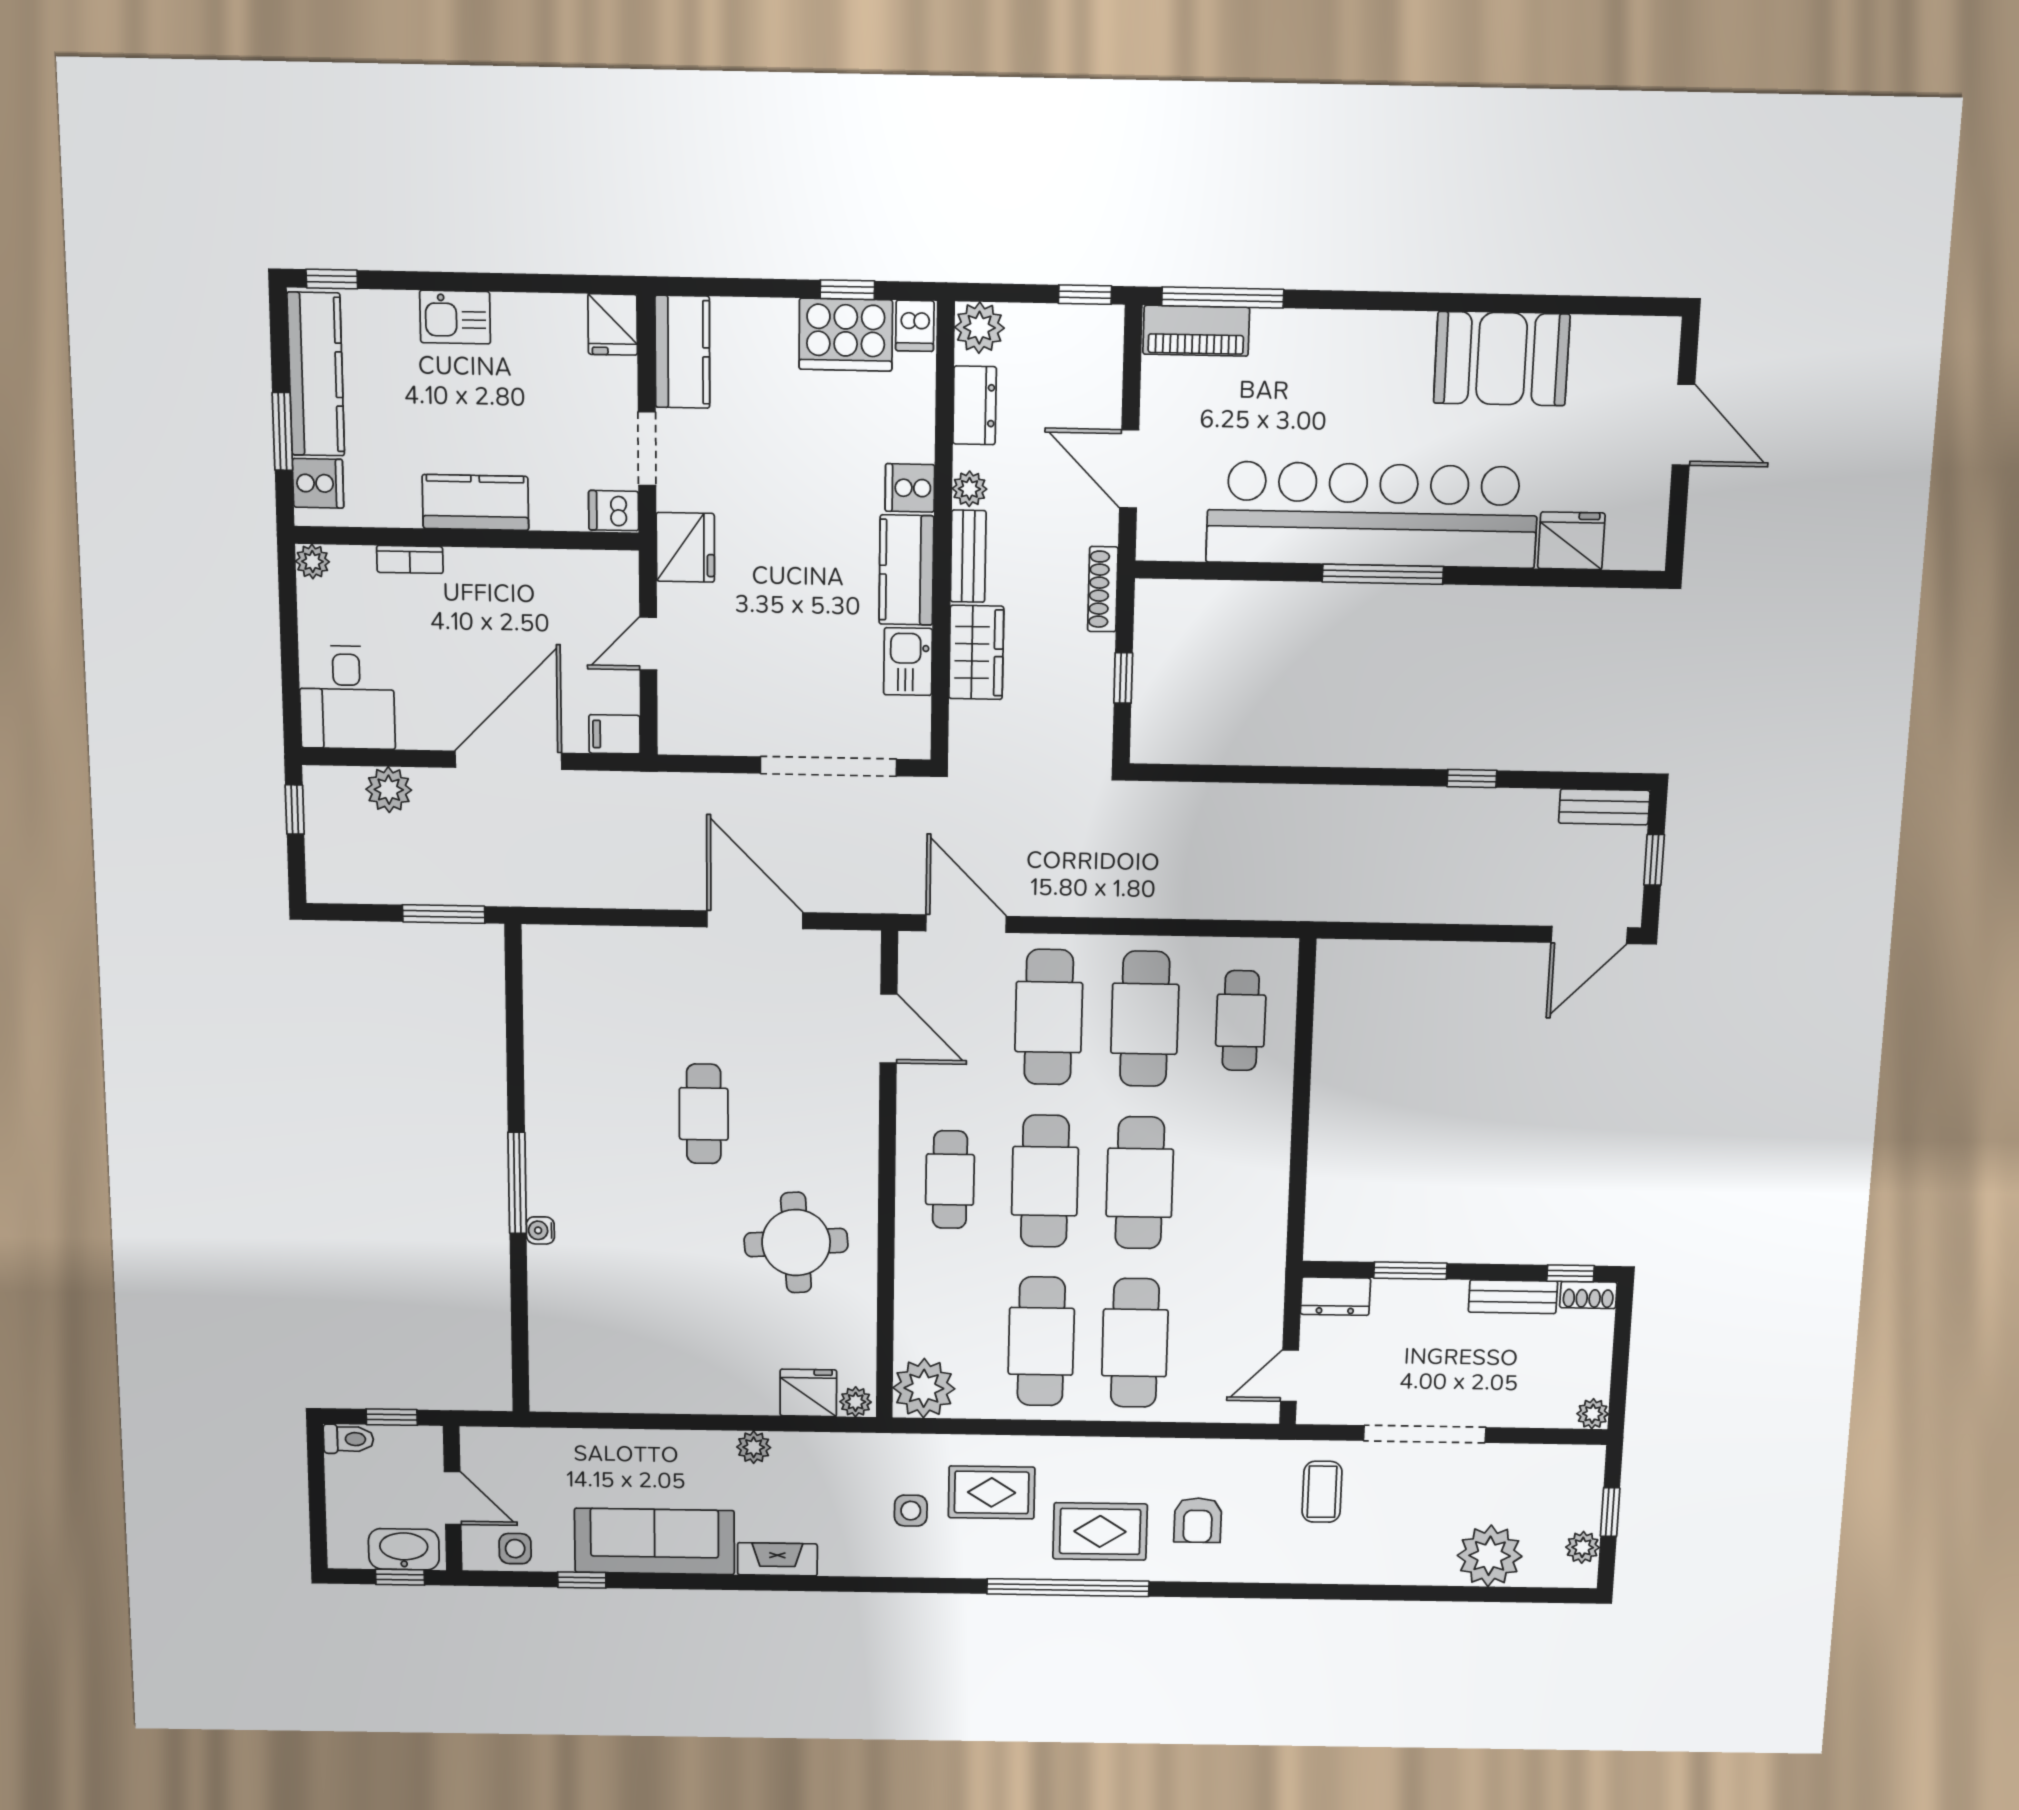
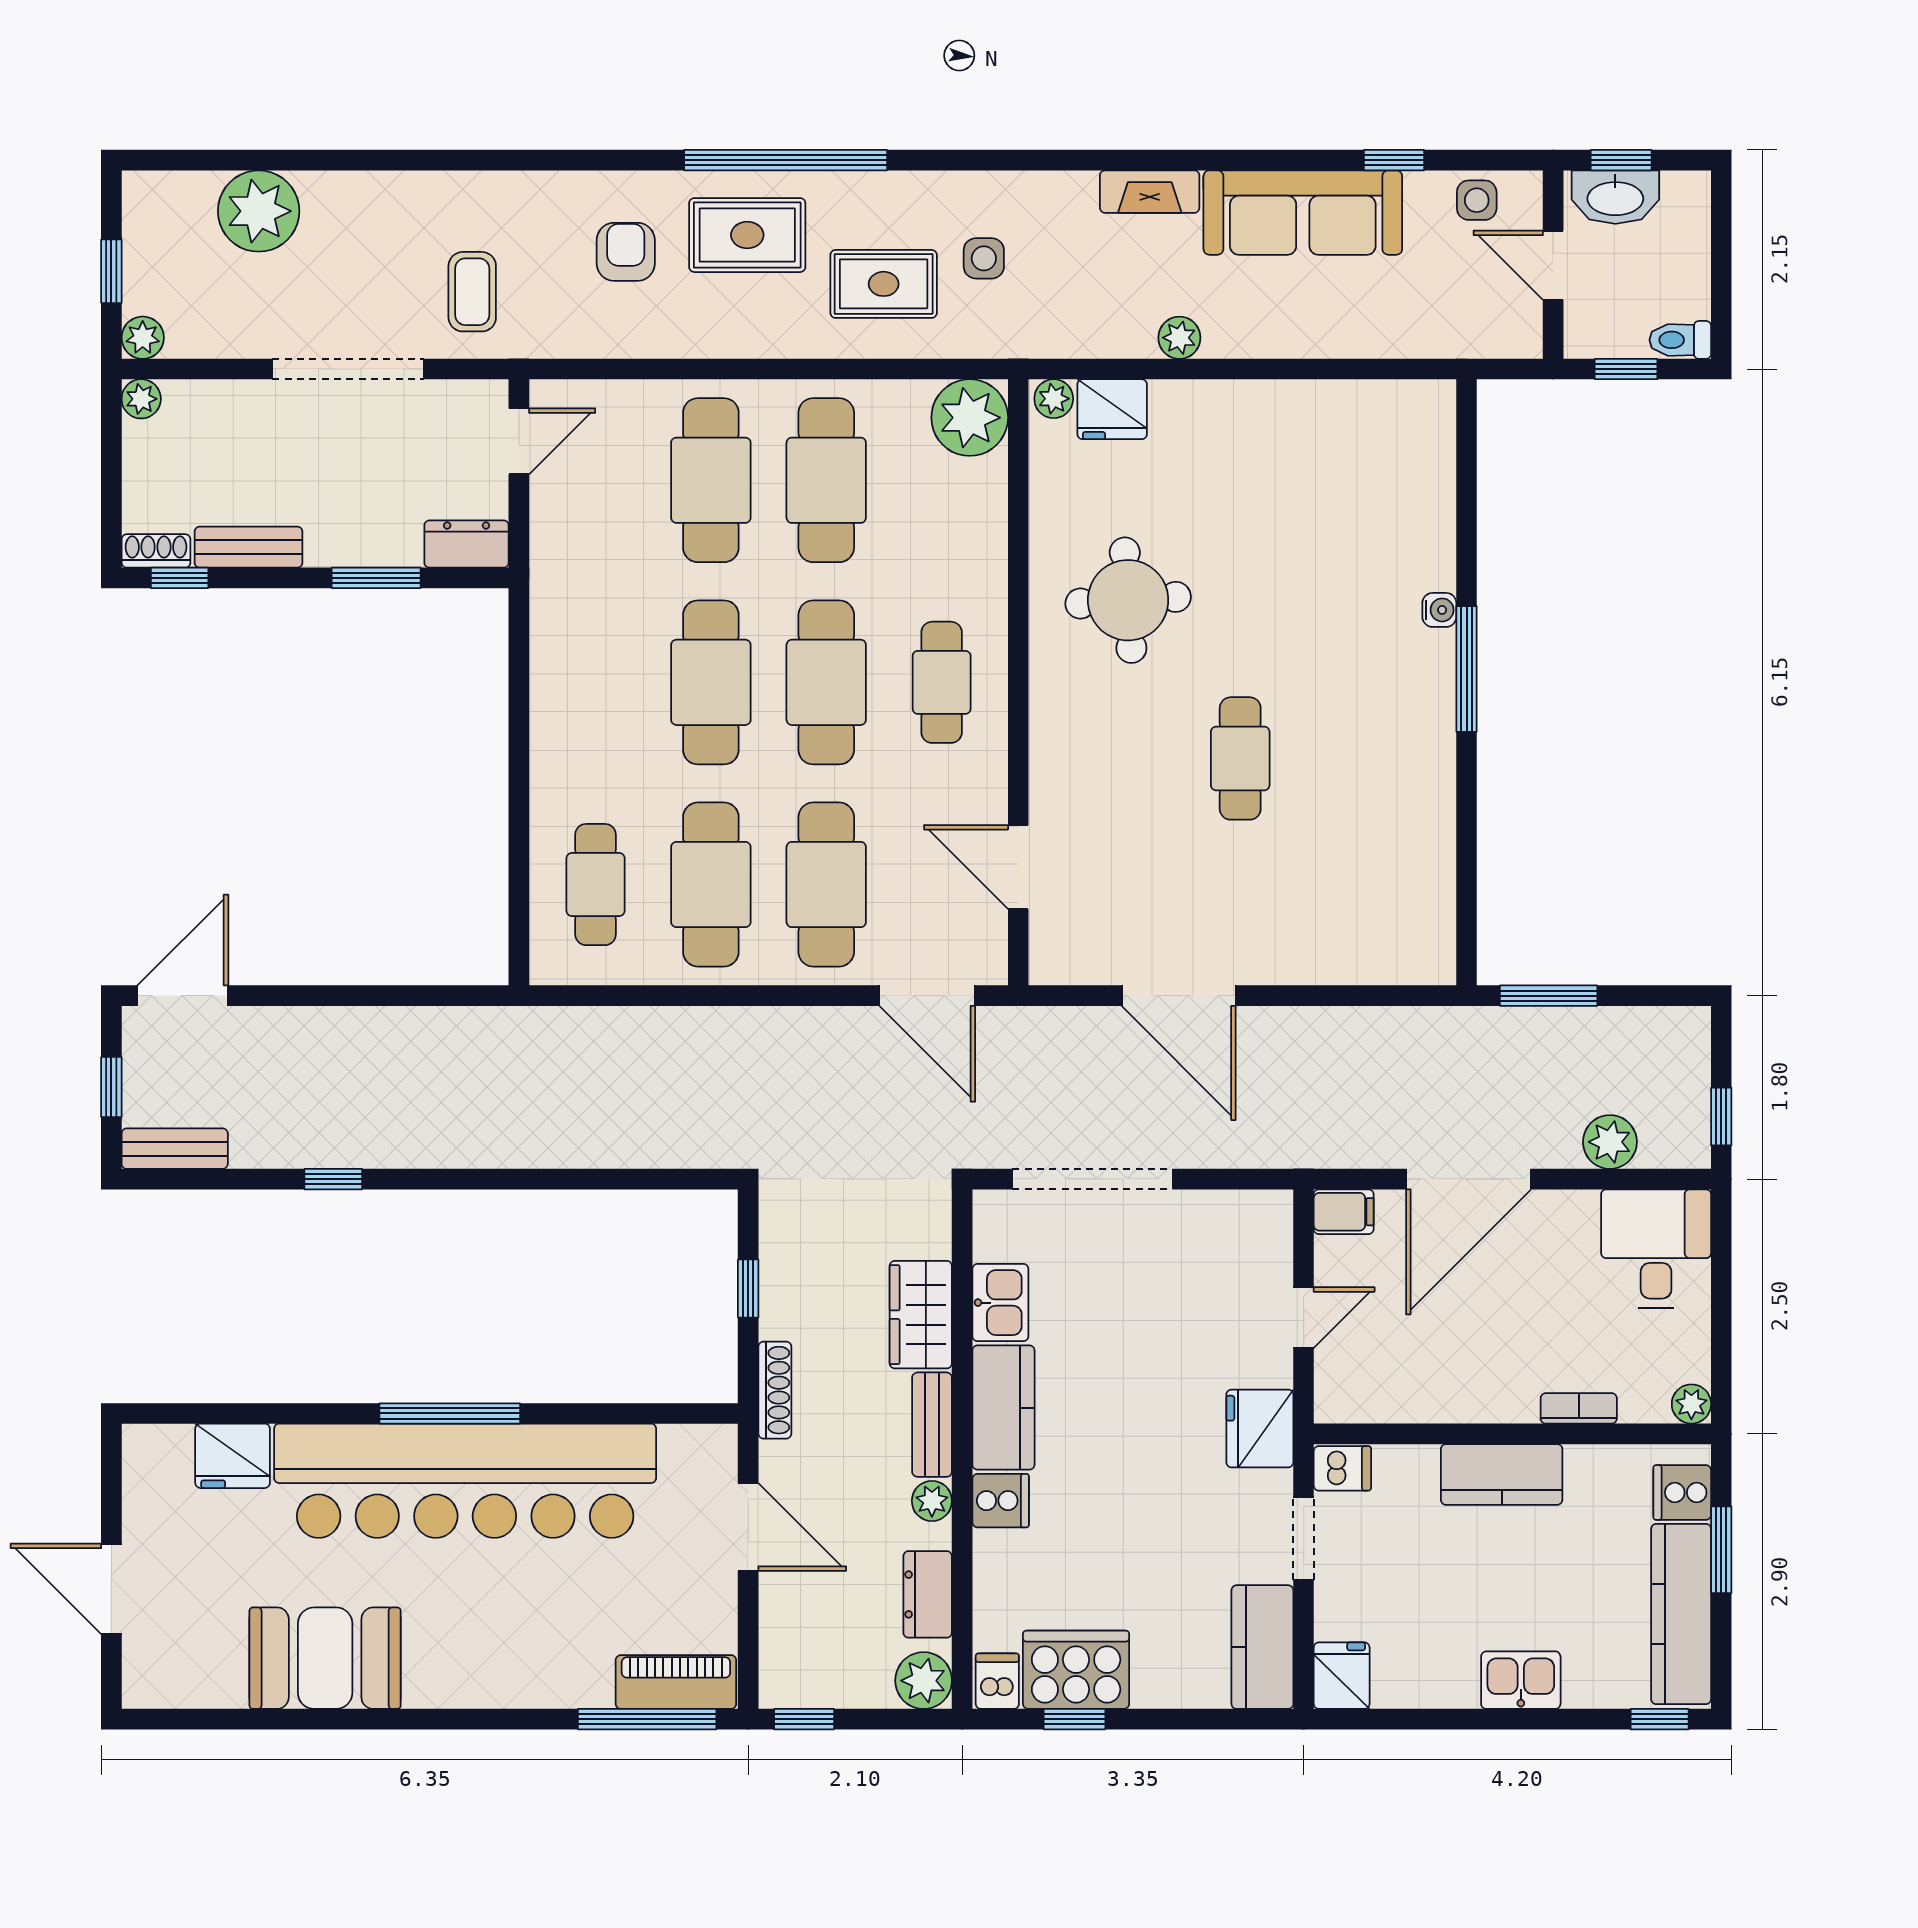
plant: (1583, 1547) -> (143, 338), moved

